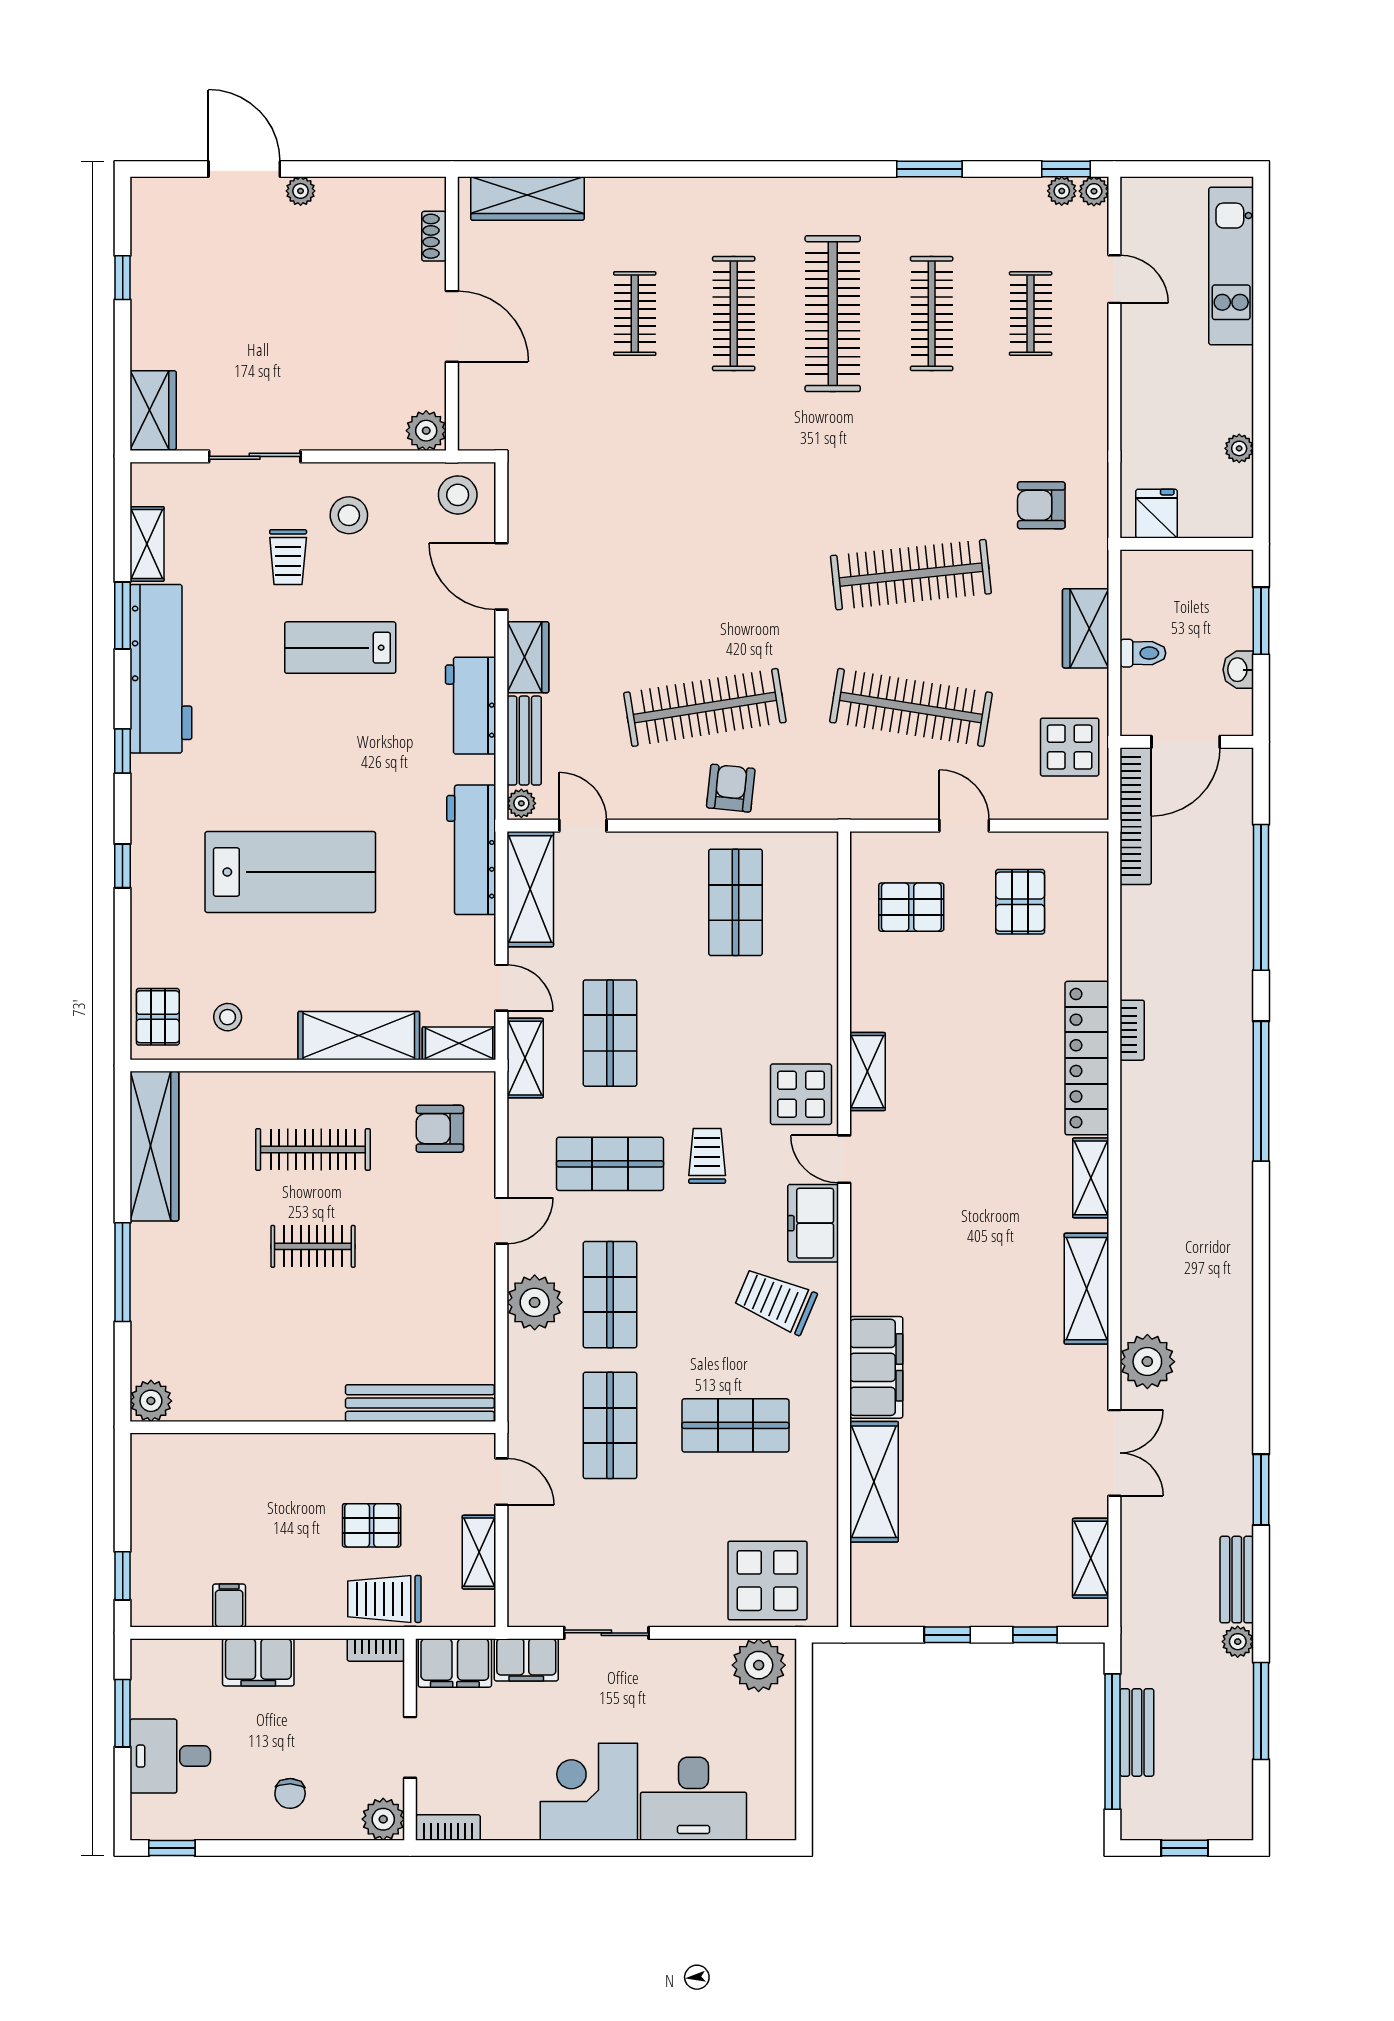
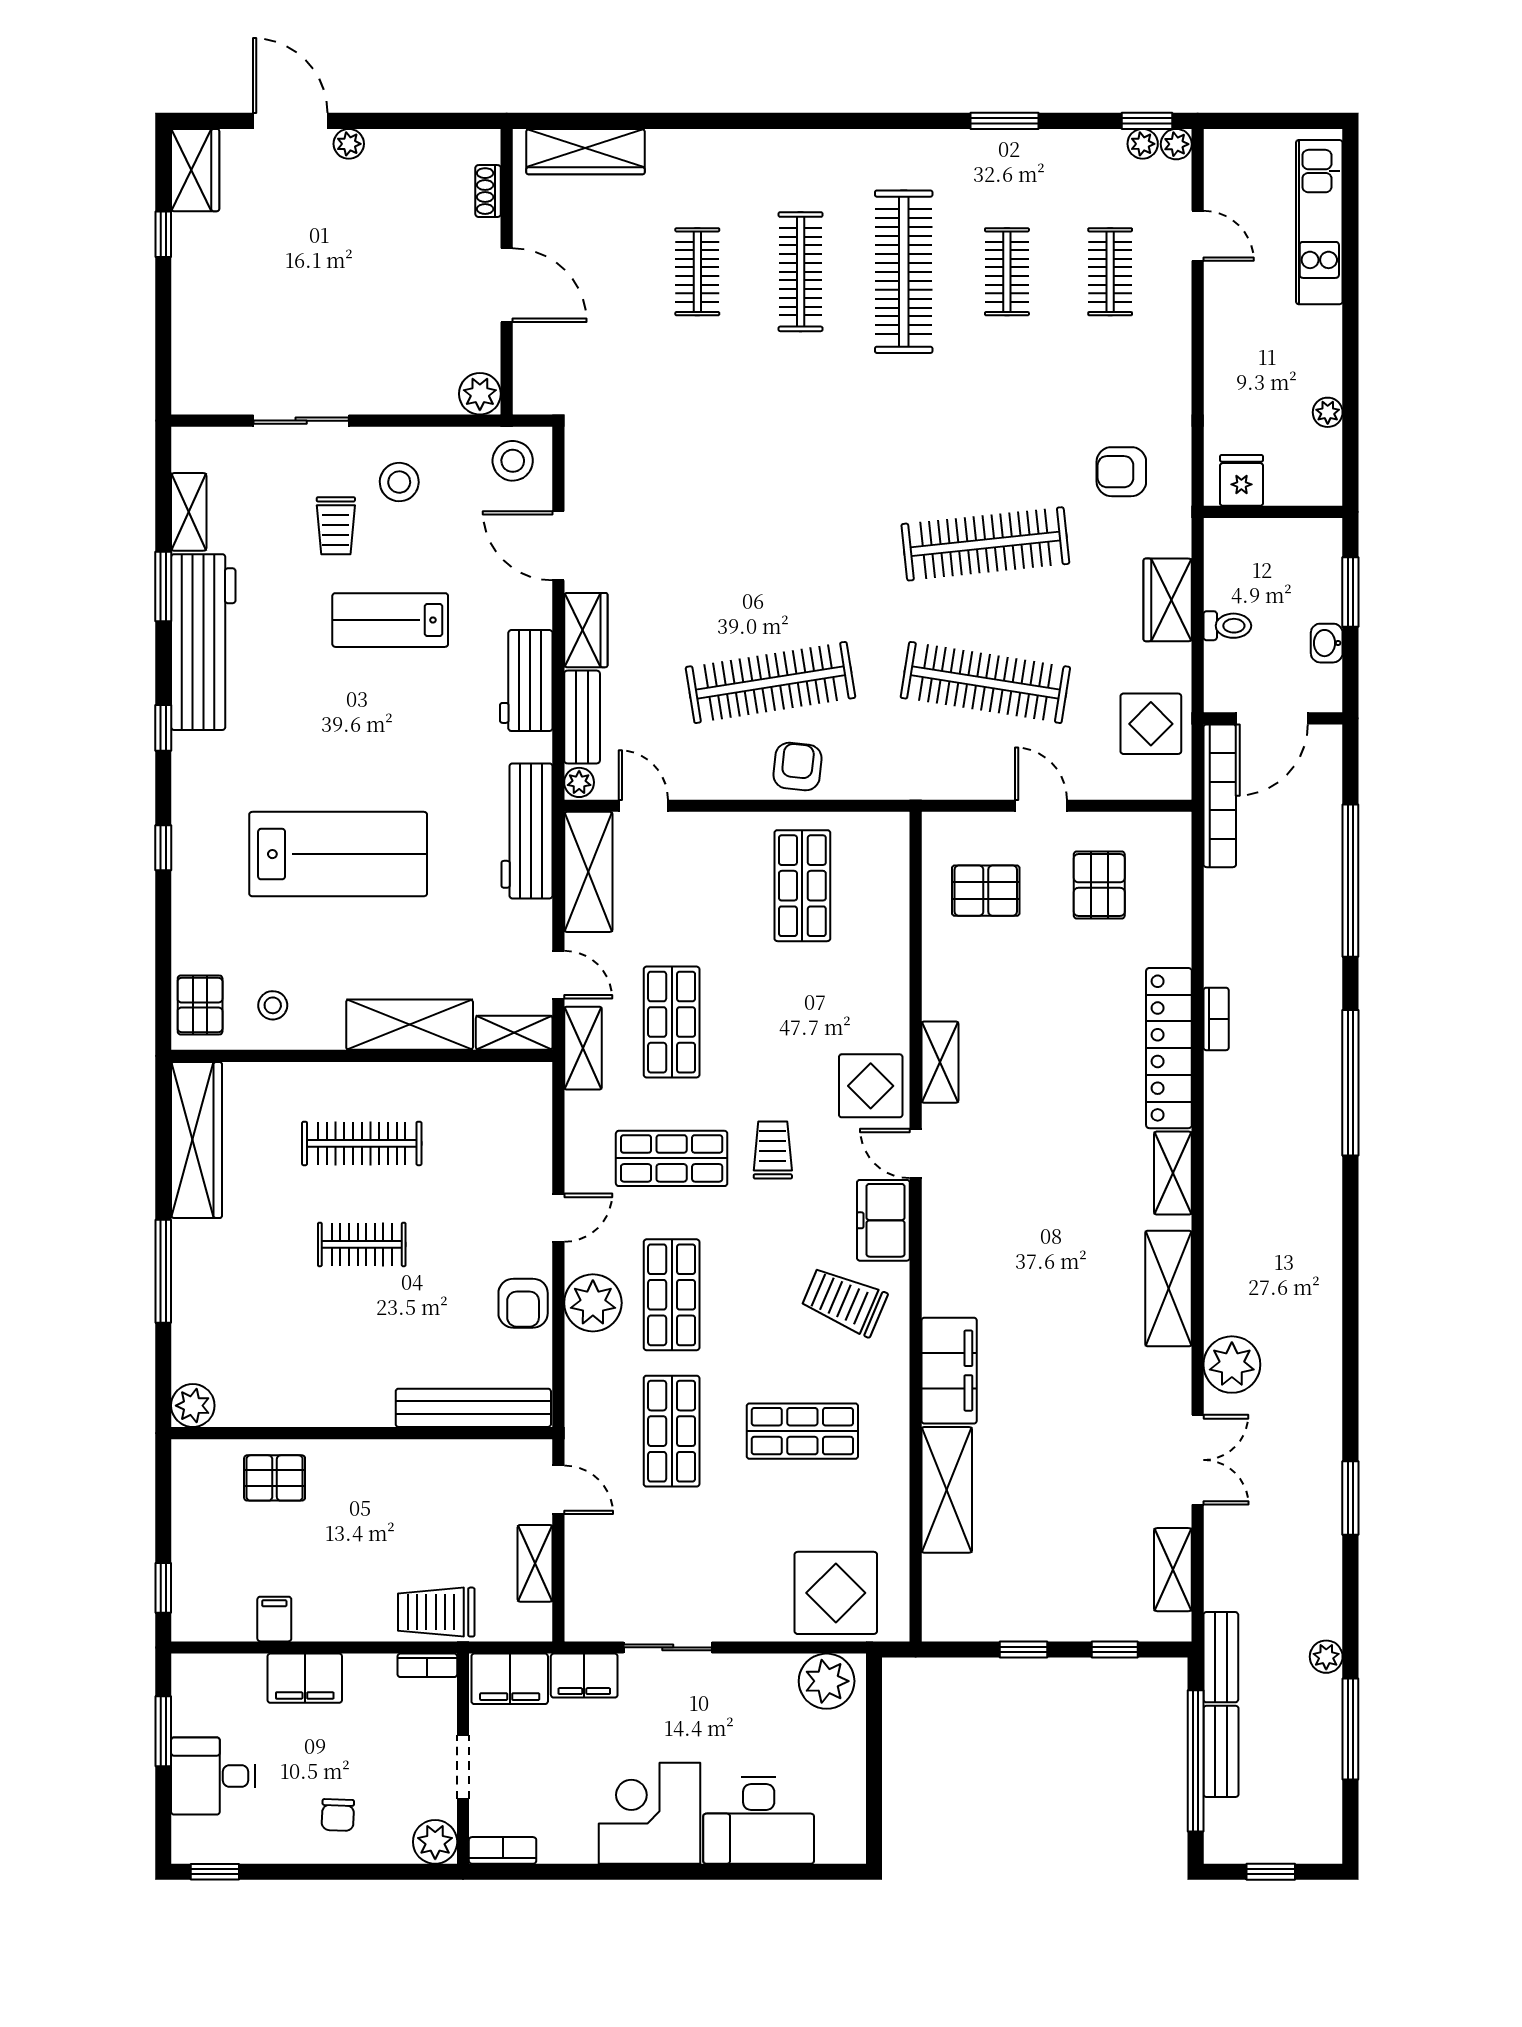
clothes rail: (932, 314) -> (1007, 272), width x0.73
wardrobe: (153, 410) -> (195, 170), moved
armchair: (440, 1129) -> (523, 1303), moved, turned -90
pallet: (372, 1525) -> (275, 1478), moved
bench: (1237, 1580) -> (1221, 1657), moved

